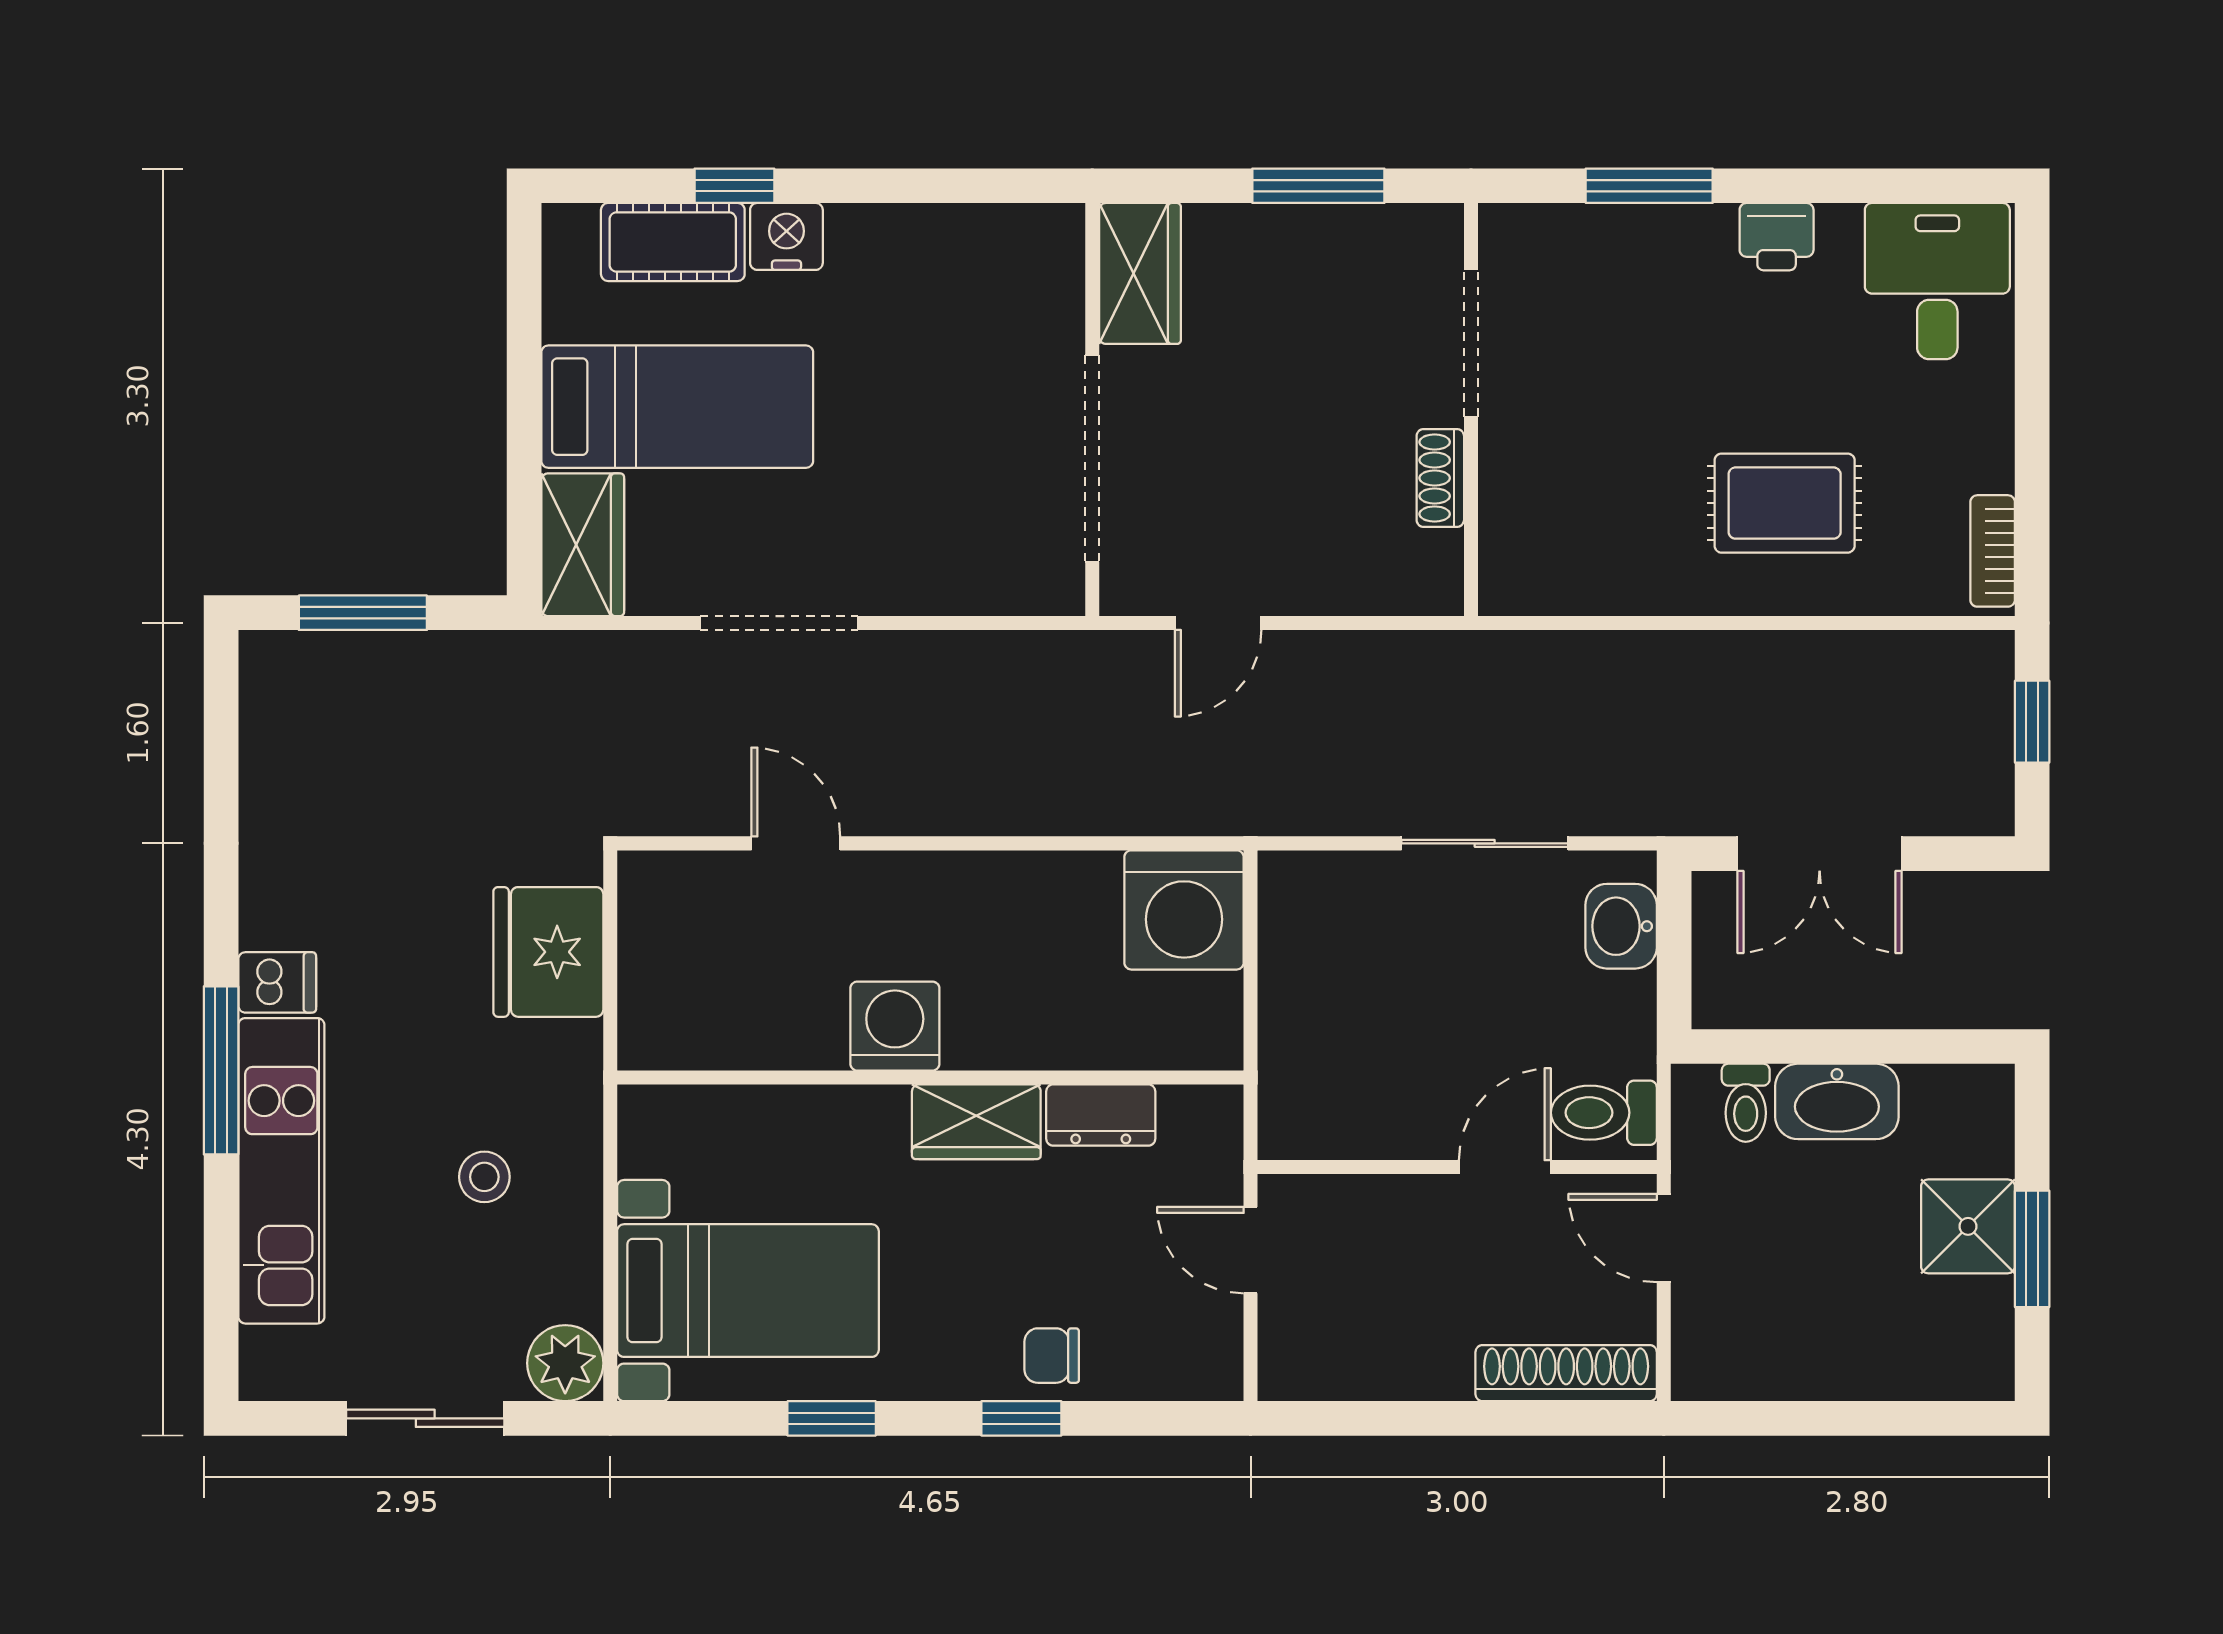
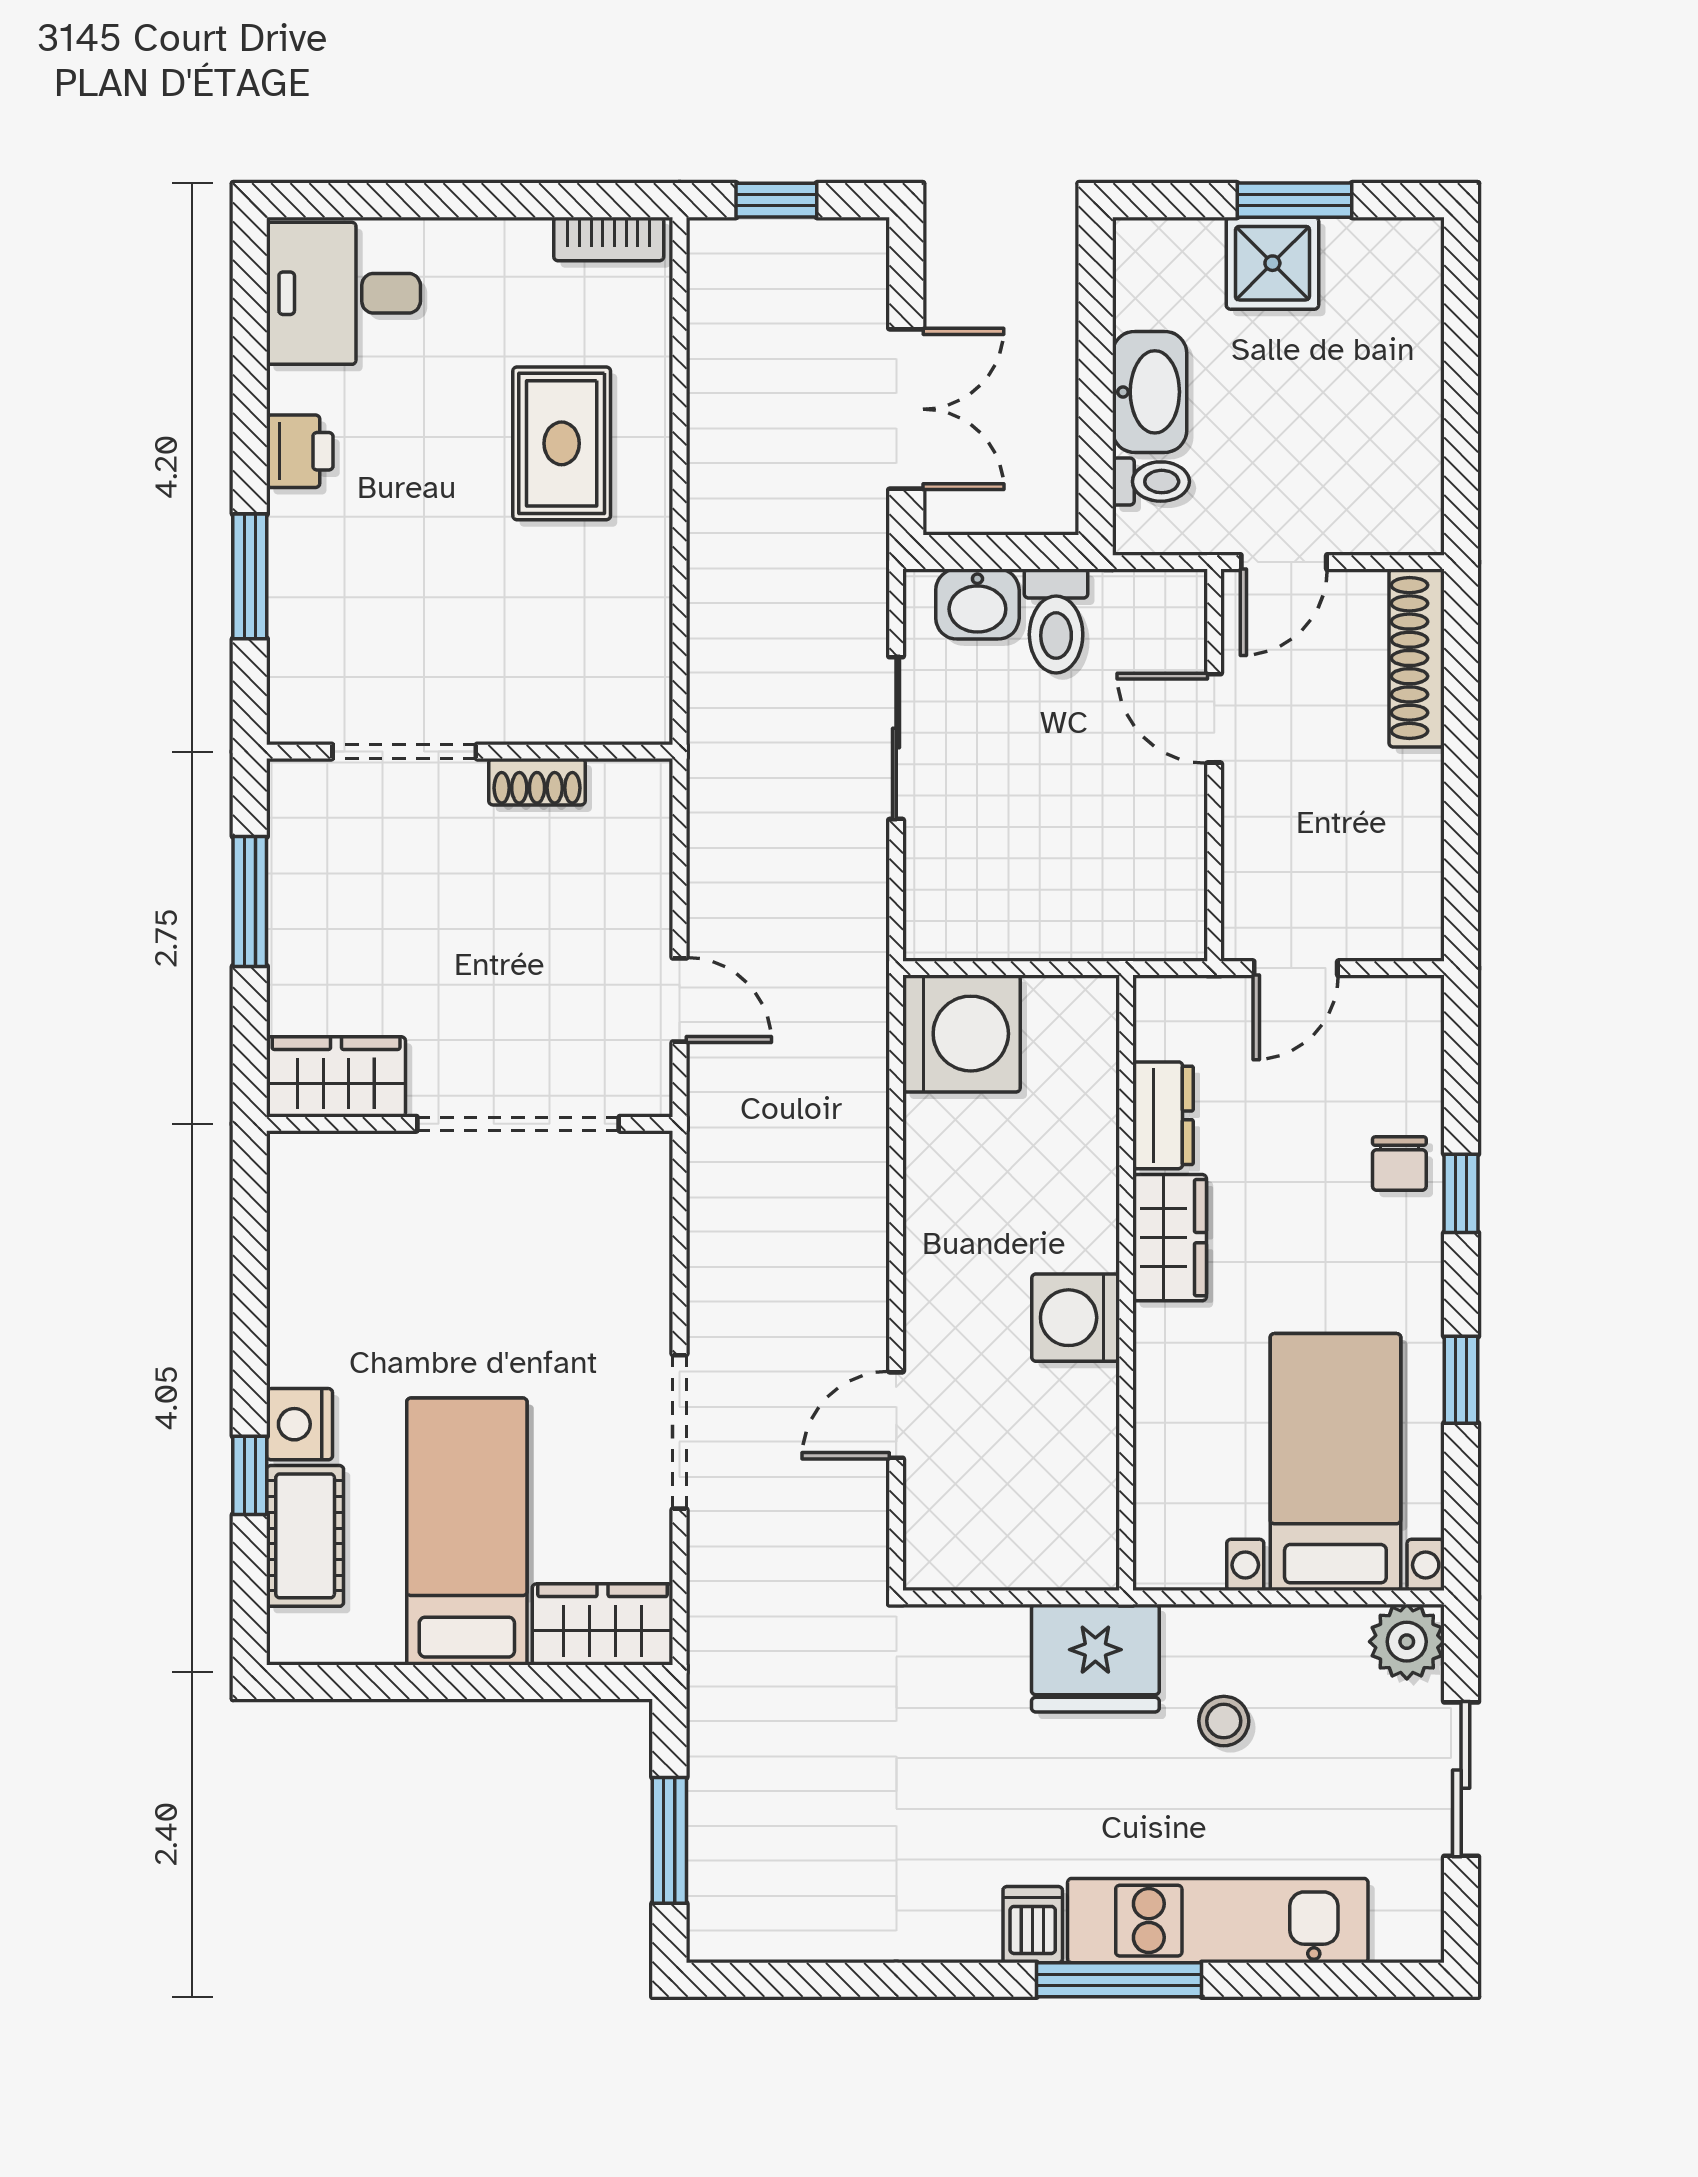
fridge: (548, 952) -> (1095, 1658), moved
toilet: (1604, 1113) -> (1056, 621), moved

